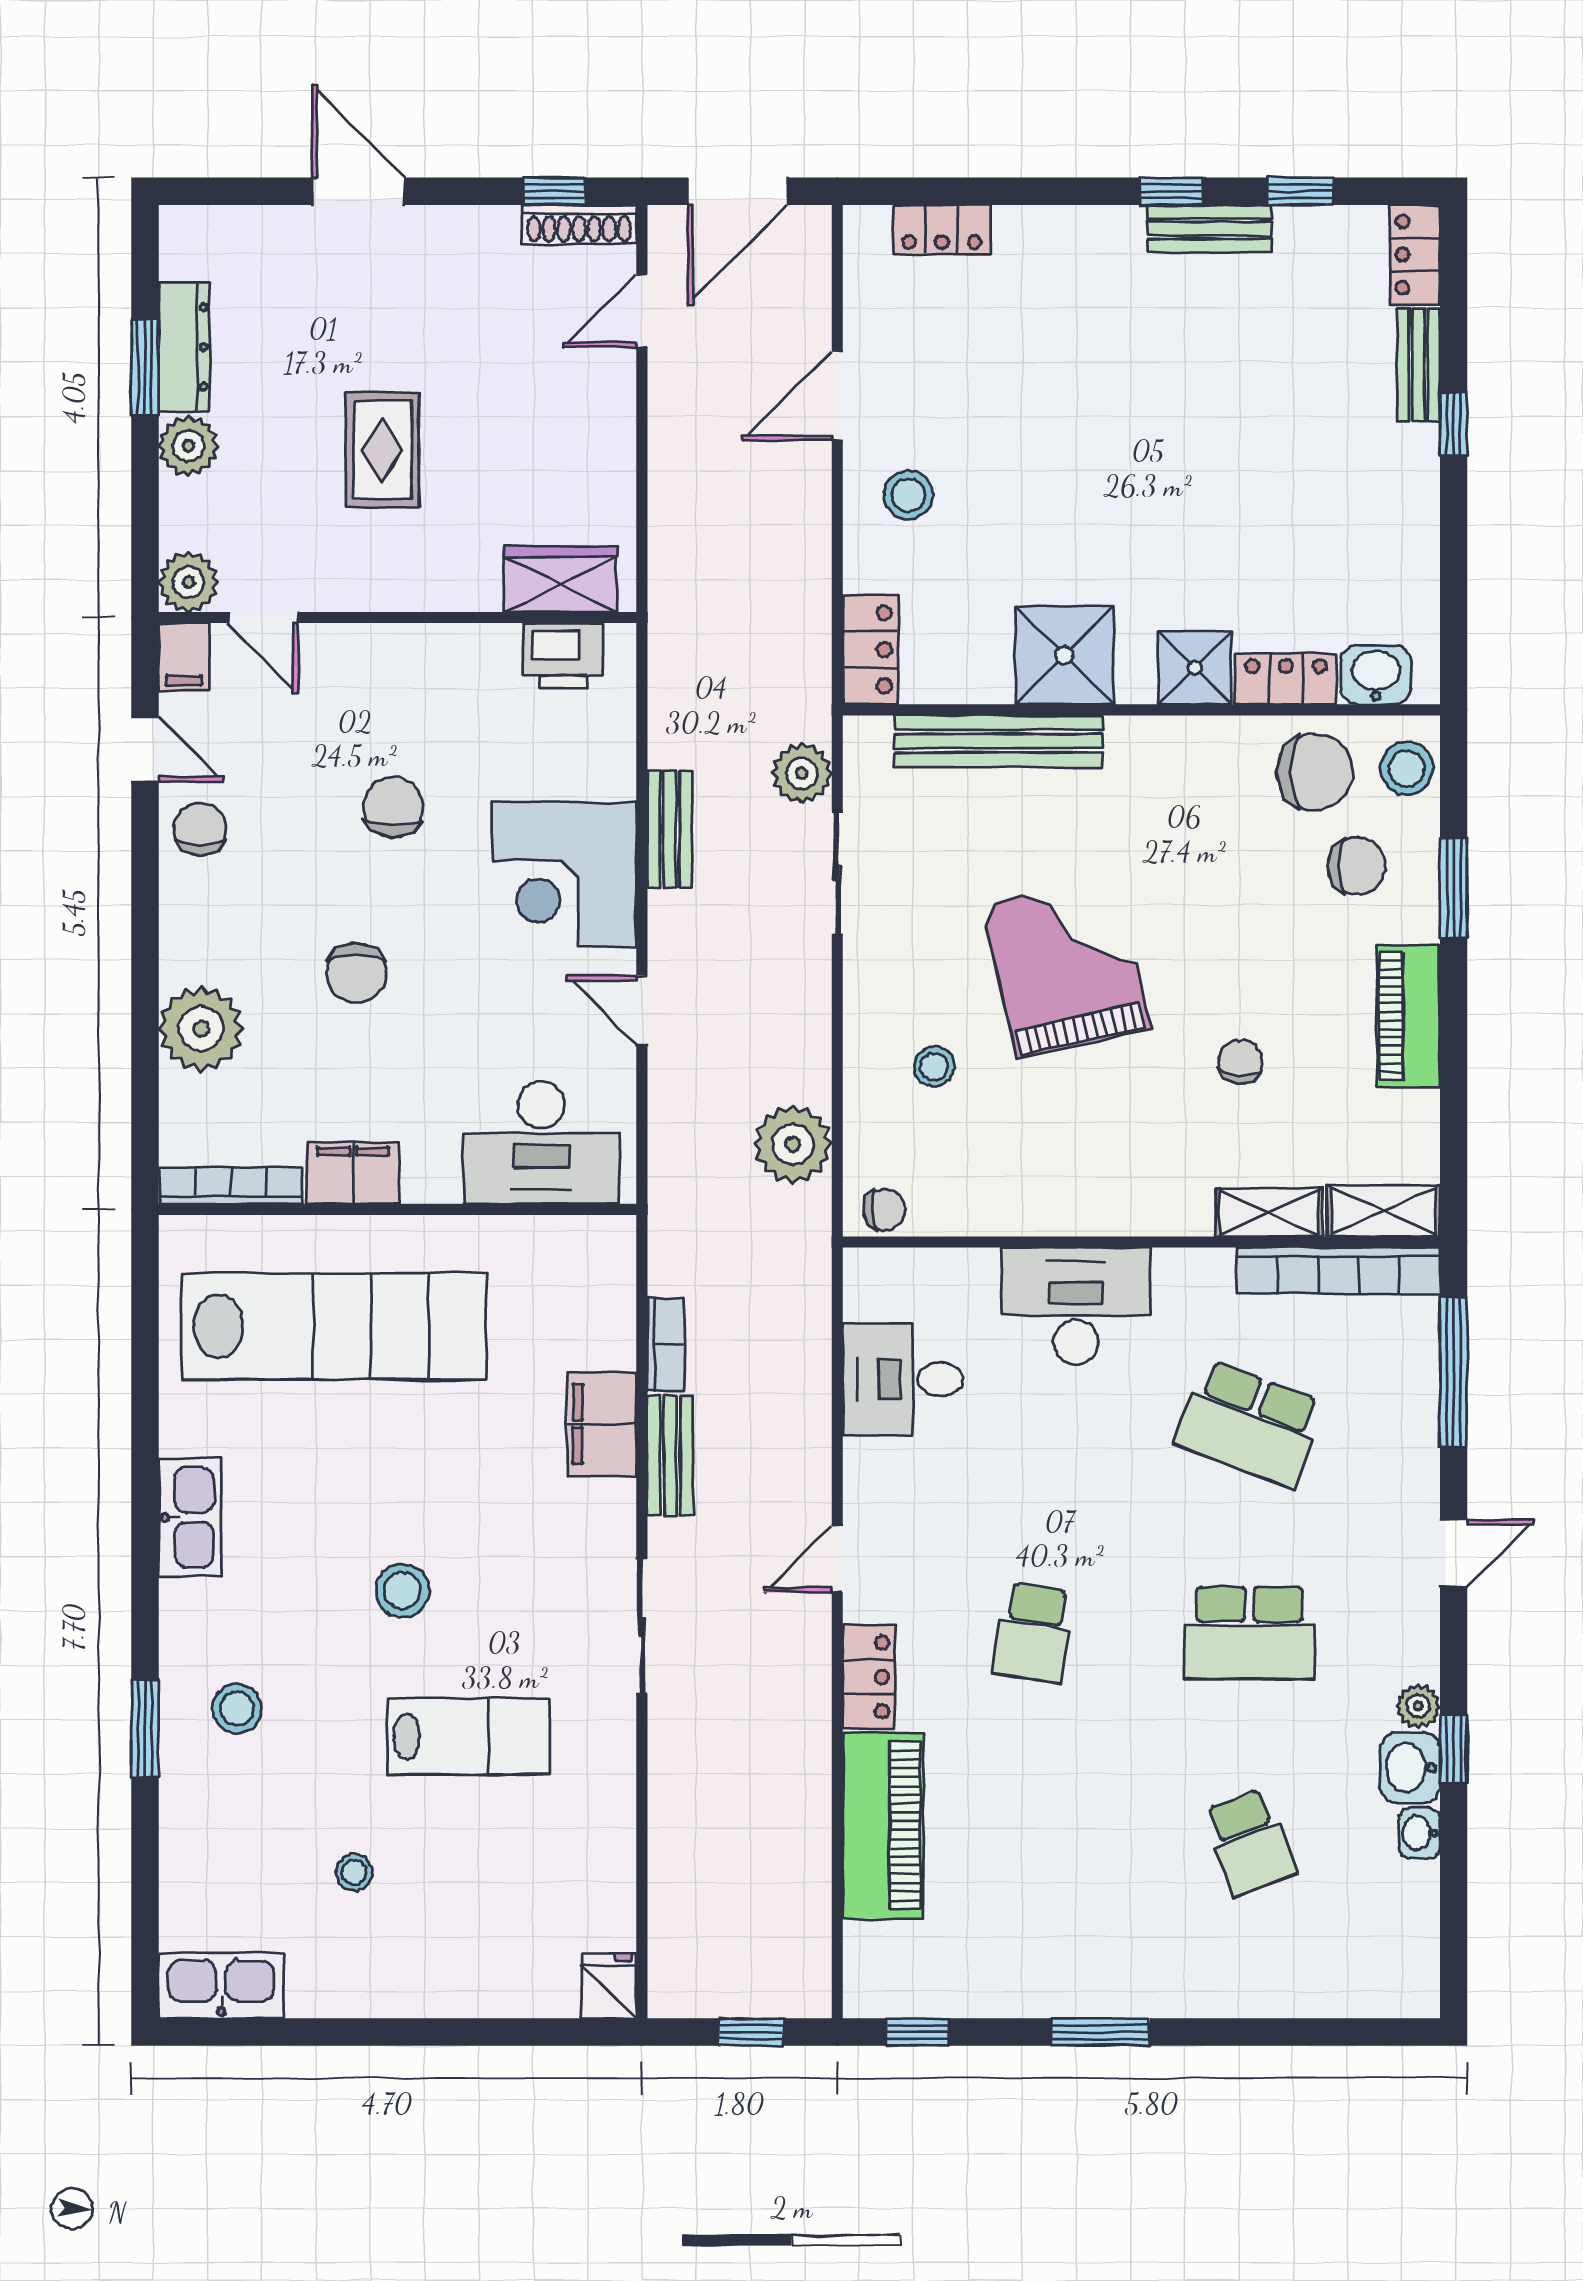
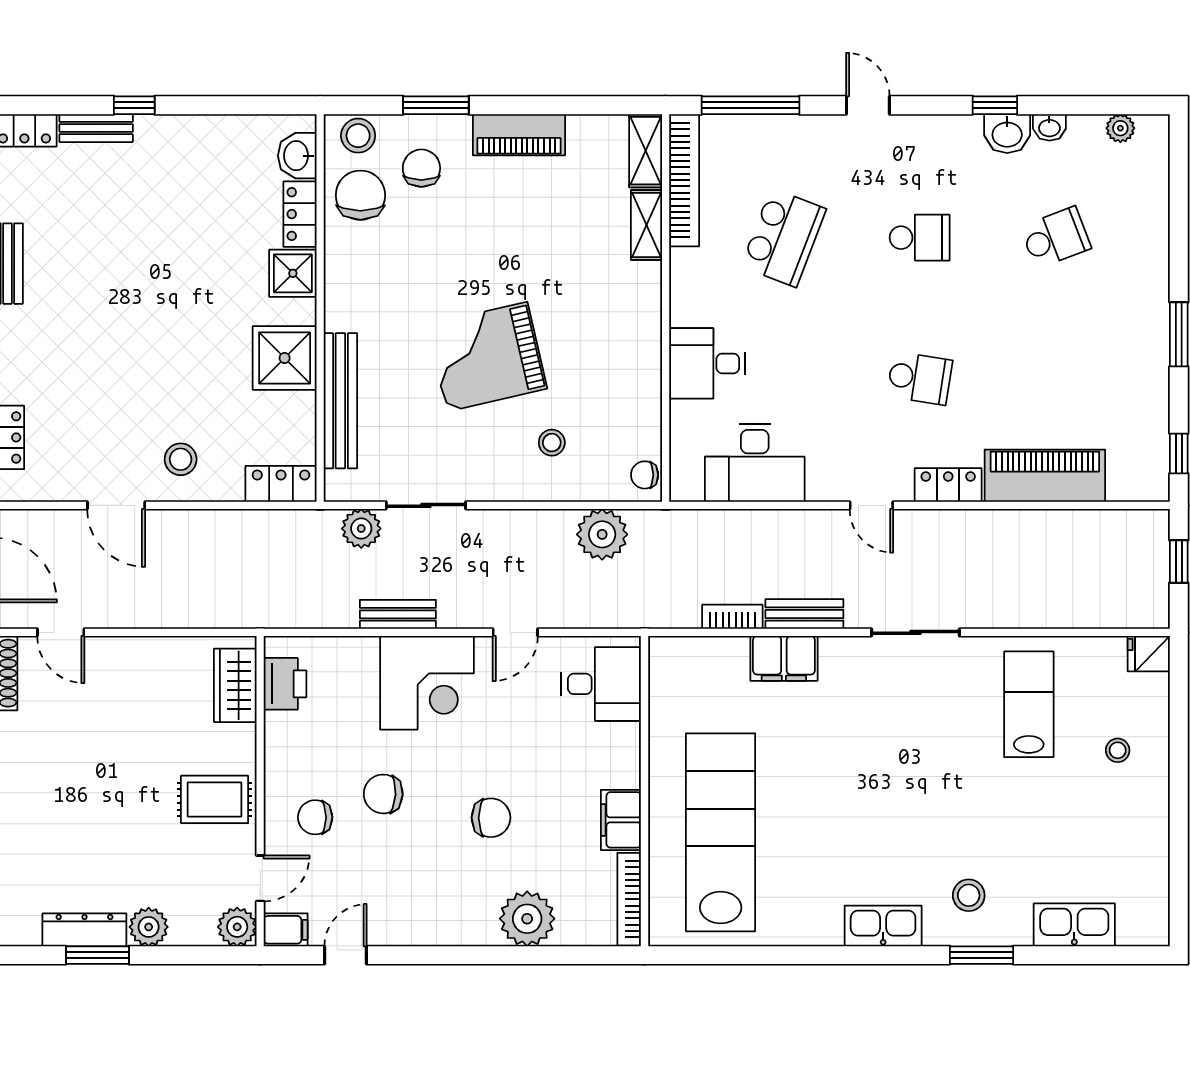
rug: (382, 450) -> (215, 799), moved
chair: (200, 829) -> (315, 817), moved
chair: (1240, 1062) -> (549, 244), removed
desk: (541, 1143) -> (601, 684), width x0.73
chair: (884, 1210) -> (645, 475), turned -86
desk: (1076, 1306) -> (707, 363), width x0.73
desk: (903, 1379) -> (755, 463), width x1.37
kitchen sink: (190, 1517) -> (883, 926), moved
stool: (402, 1591) -> (892, 788), removed
school desk: (1250, 1633) -> (920, 238), width x0.54
plant: (1418, 1706) -> (1120, 128), moved
lab bench: (469, 1737) -> (1029, 704), moved
stool: (354, 1872) -> (1118, 750), moved
kitchen sink: (221, 1985) -> (1074, 925), moved, turned 90

